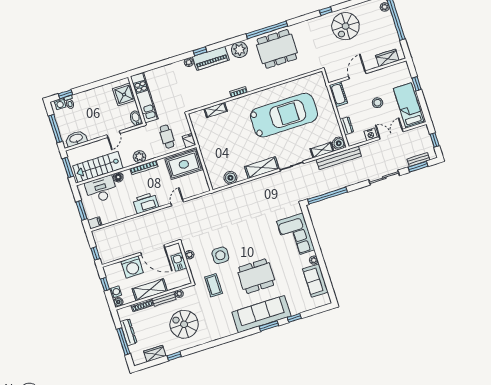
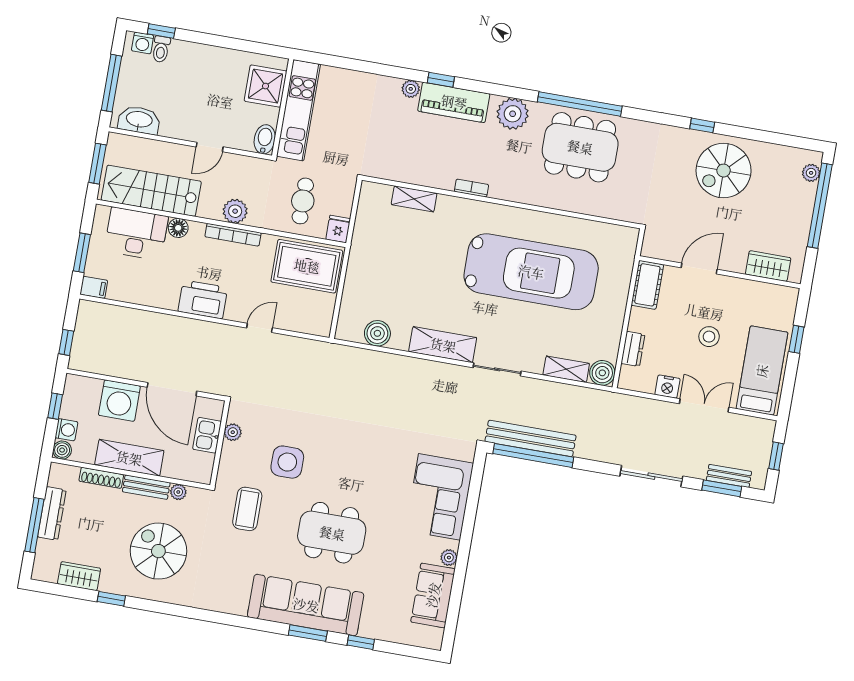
bench: (339, 158) -> (531, 438), moved

